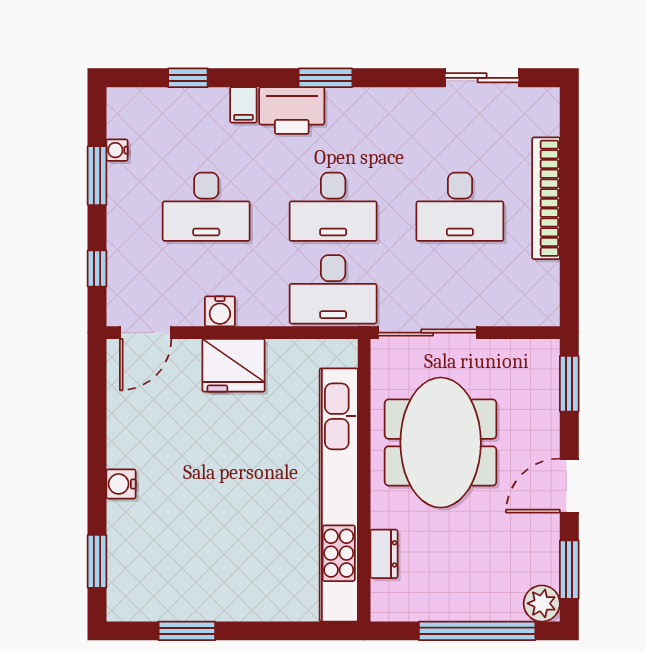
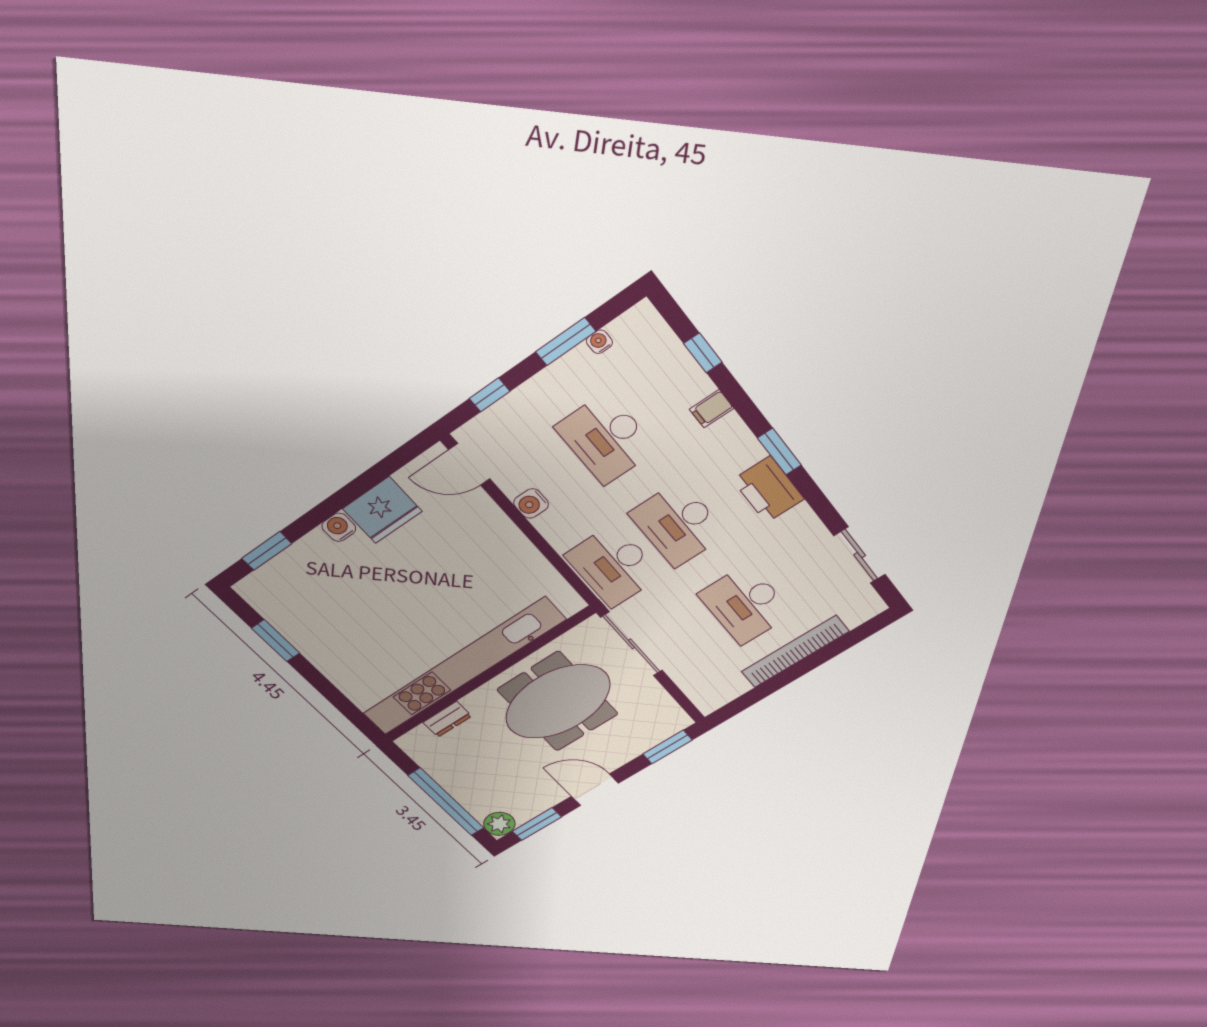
printer: (292, 111) -> (768, 490), moved
fridge: (234, 365) -> (382, 510), moved, turned -90

